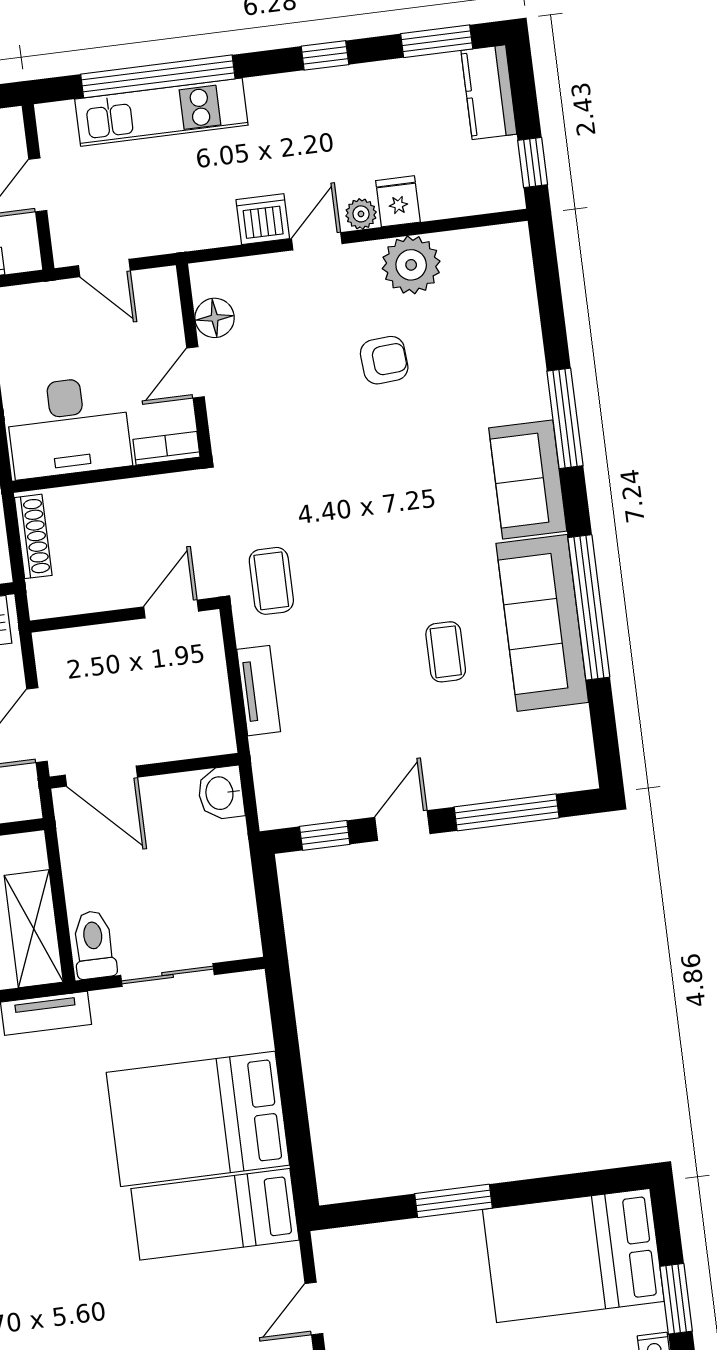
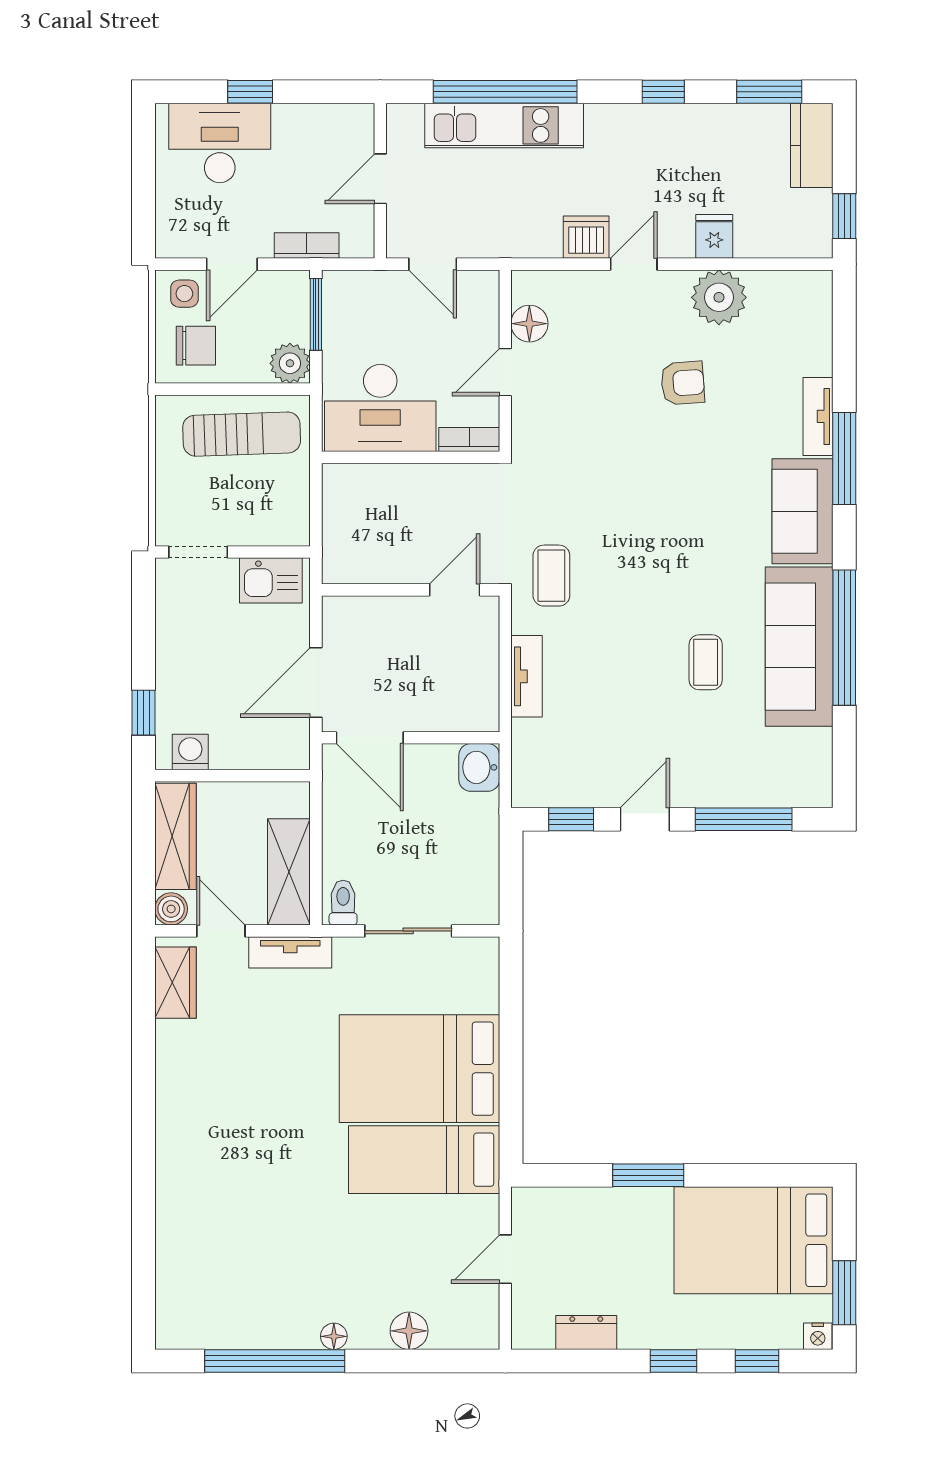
plant: (361, 214) -> (678, 244), removed
tv unit: (532, 377) -> (818, 416), added
shoe rack: (33, 536) -> (335, 506), removed
toilet: (94, 945) -> (343, 903), width x0.73, depth x0.72

